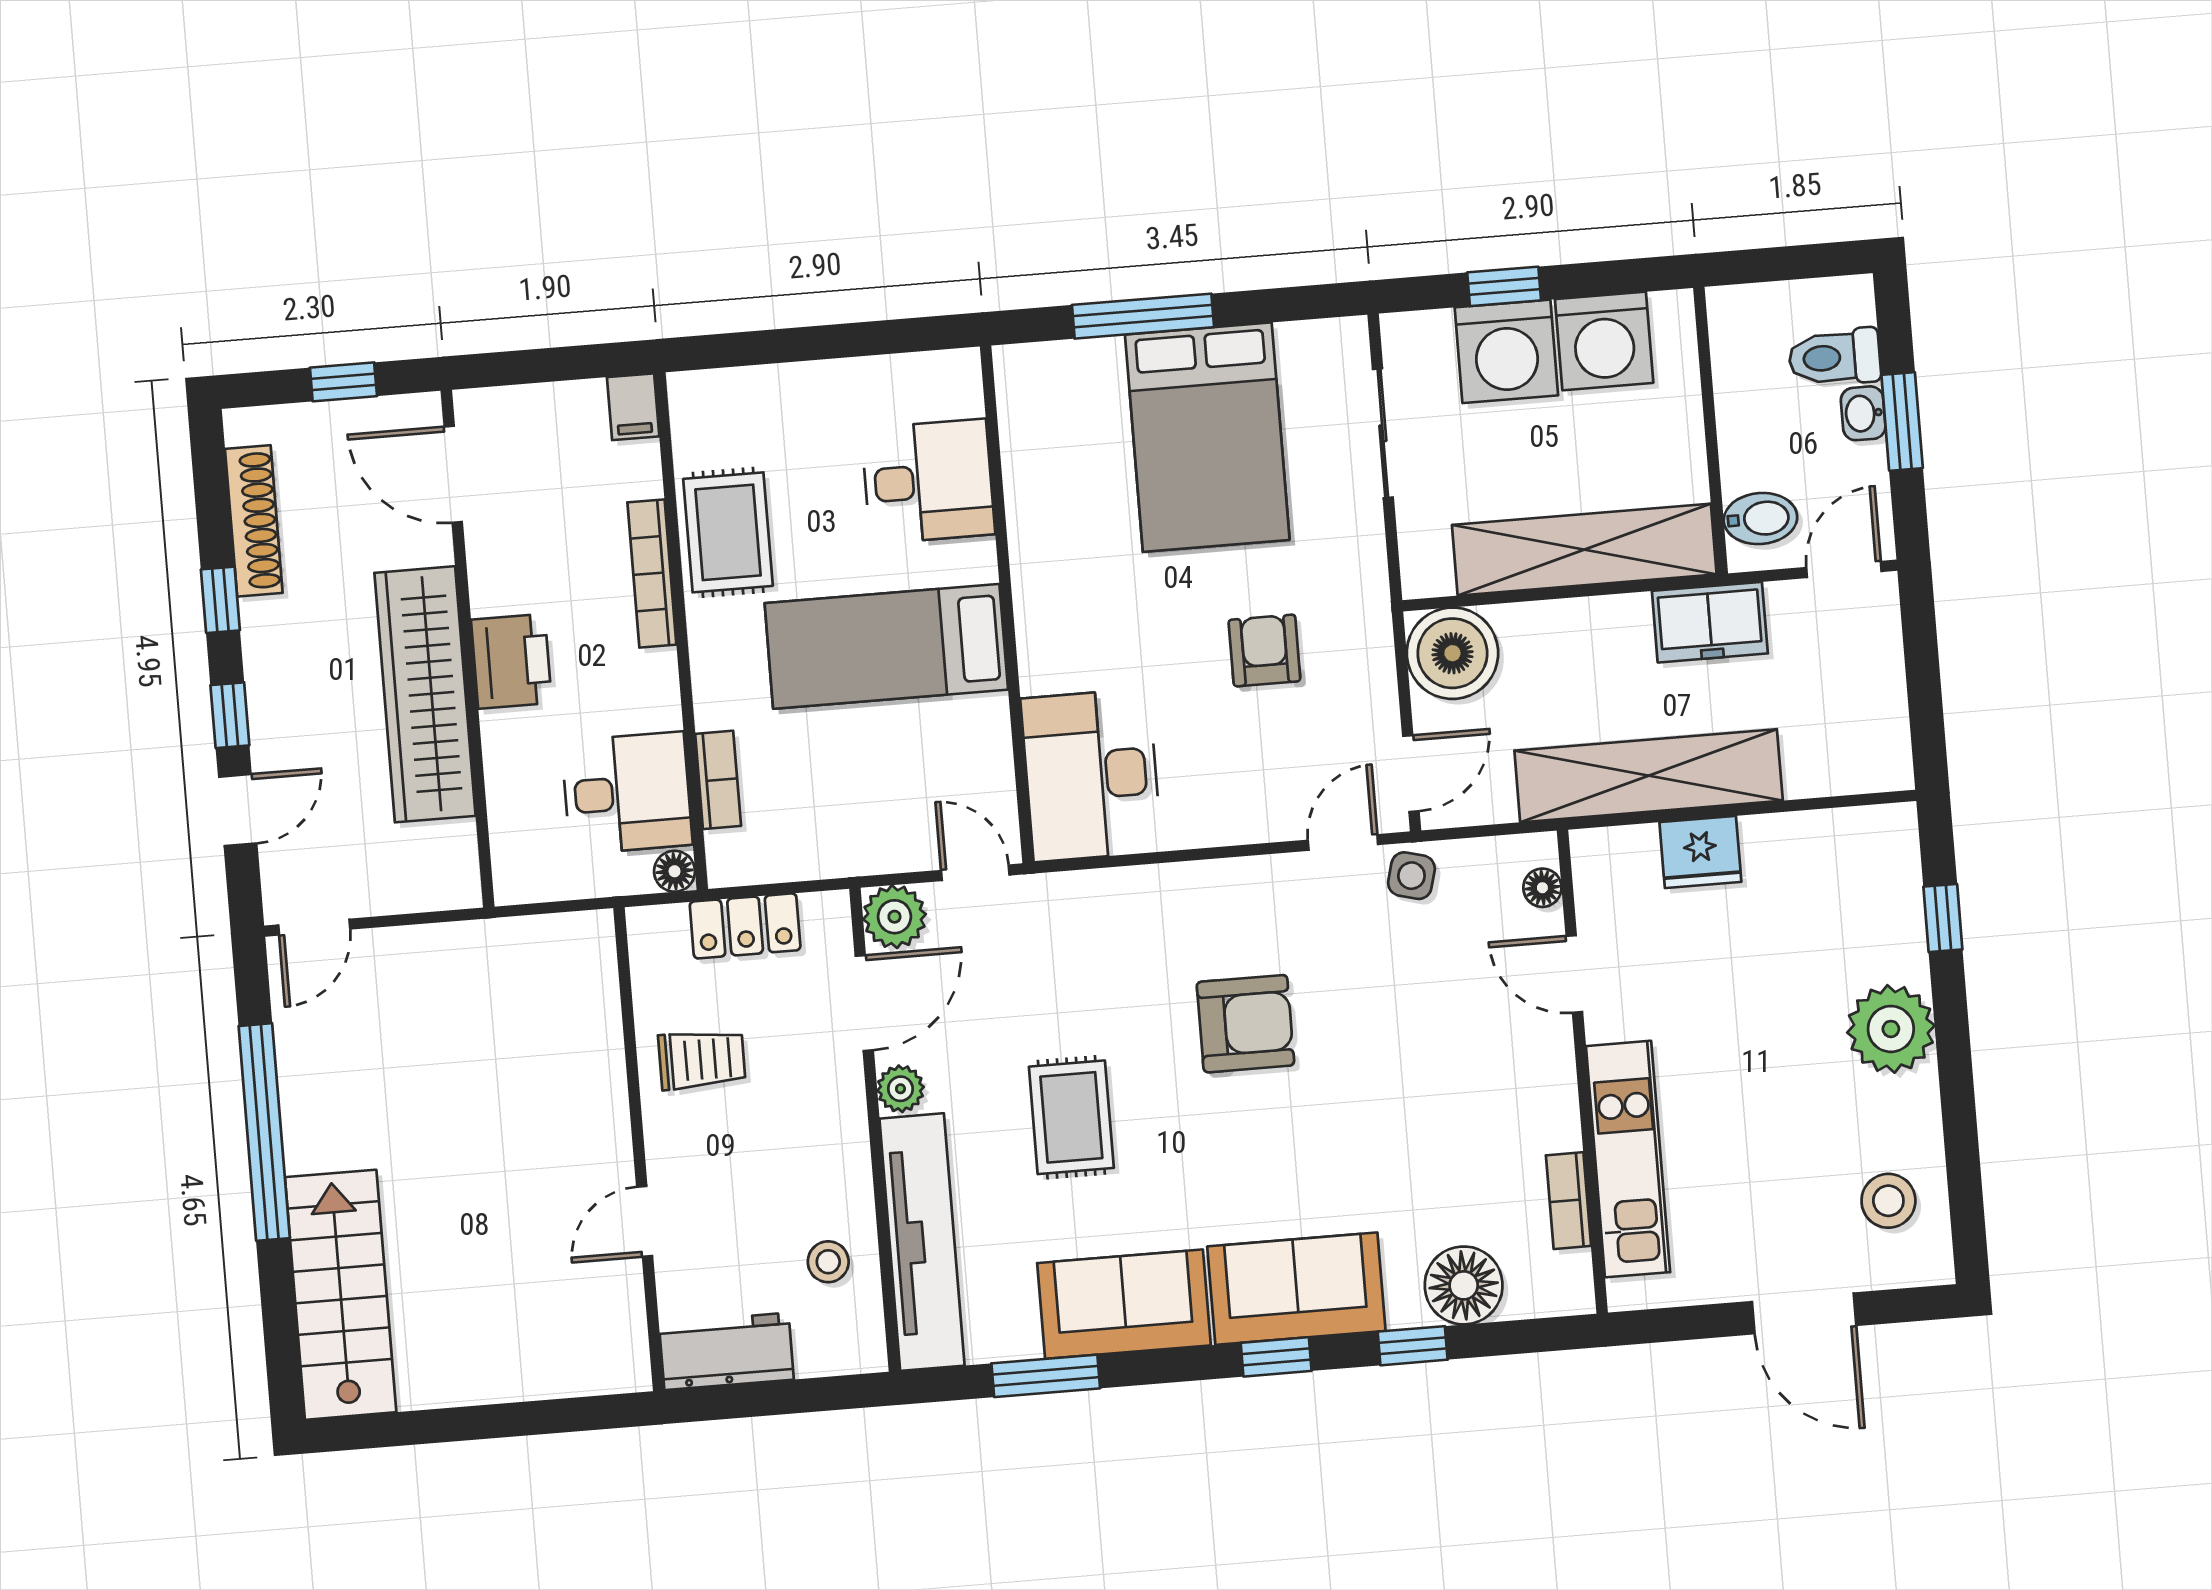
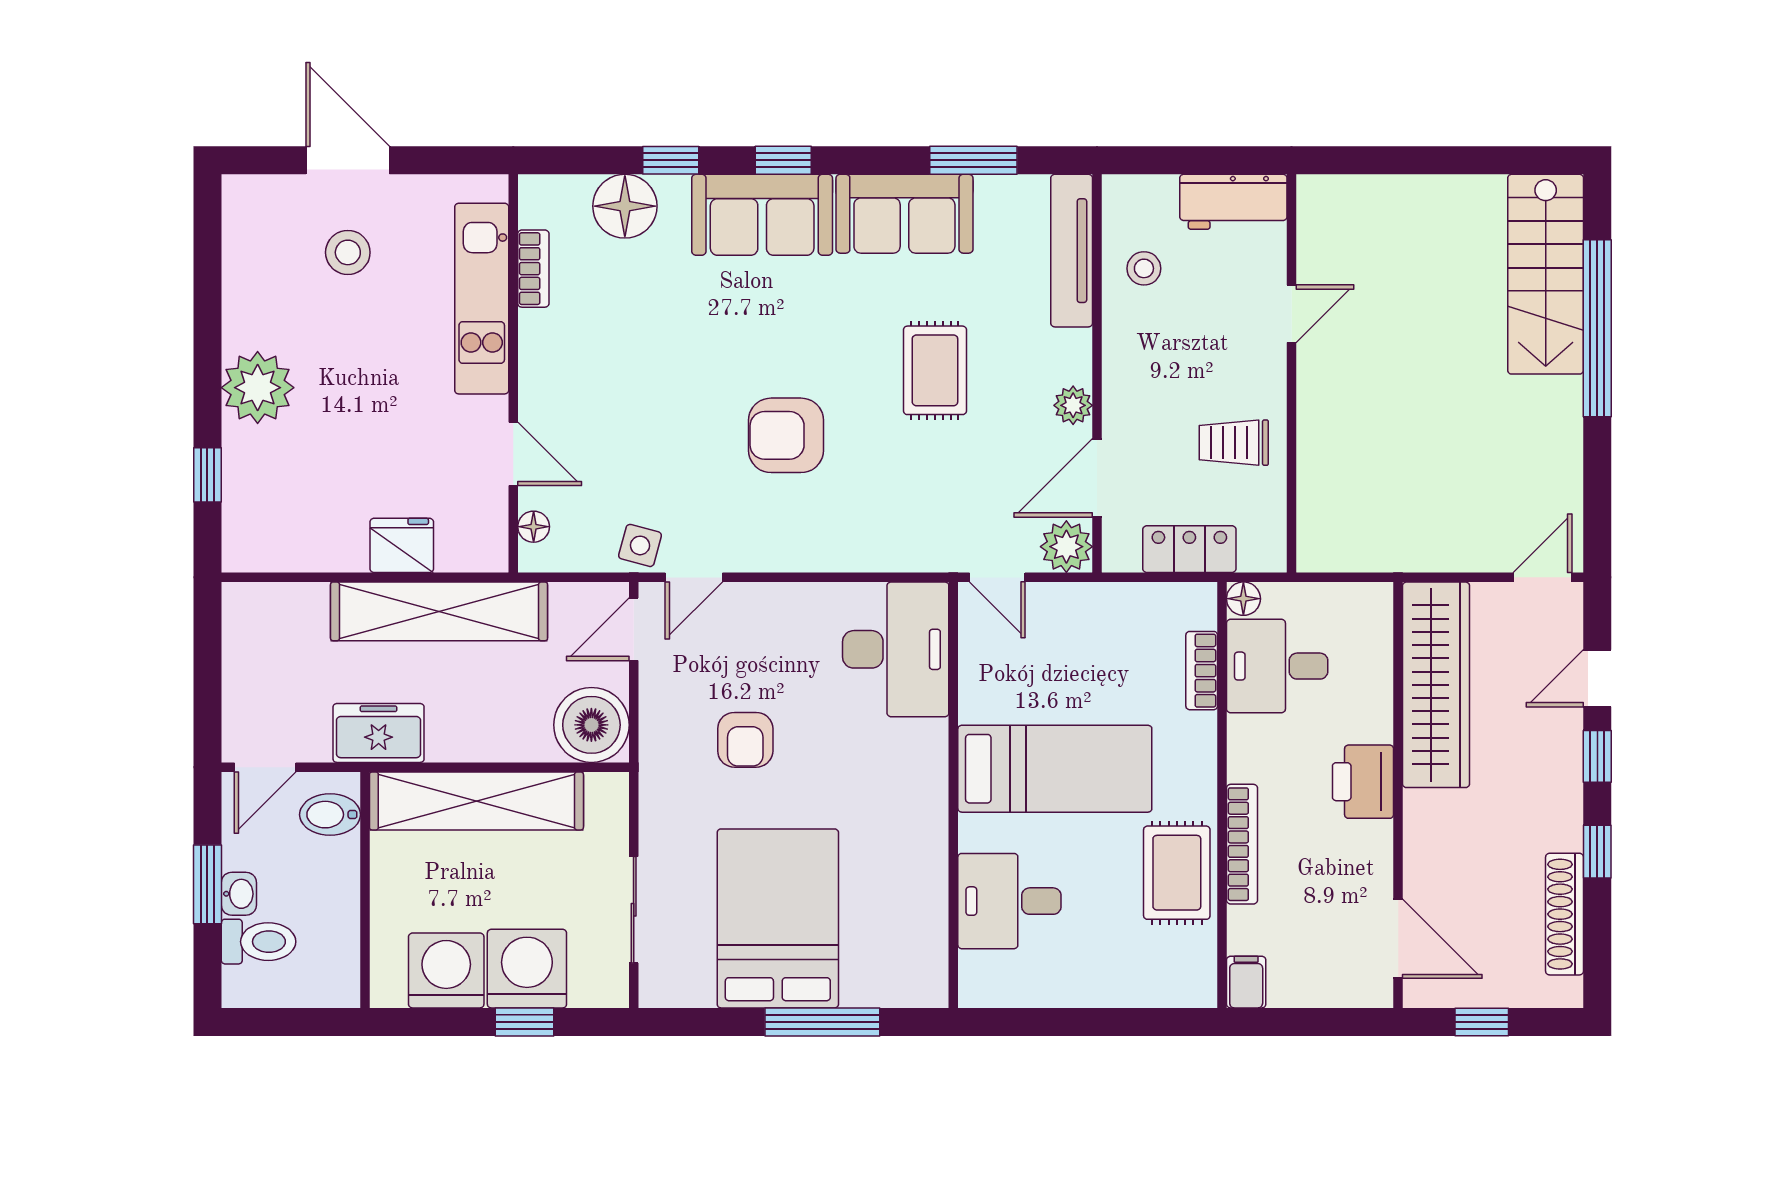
wardrobe: (425, 694) -> (1436, 685), moved
window: (264, 1132) -> (1597, 328), moved
stool: (1888, 1201) -> (348, 252), moved
tv unit: (922, 1242) -> (1072, 251), width x0.73, depth x0.78

